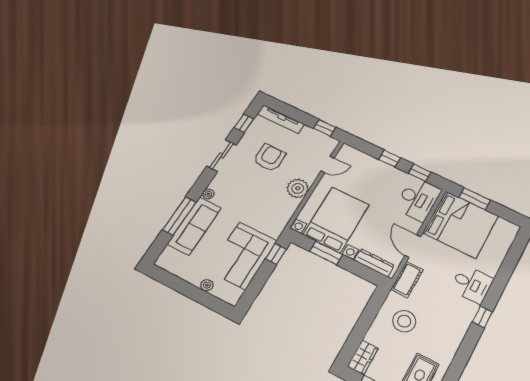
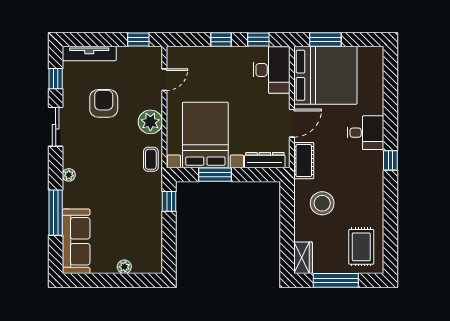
coffee table: (281, 215) -> (151, 159), added
sofa: (194, 226) -> (76, 241), moved
door: (413, 246) -> (292, 123), swing flipped
corner sofa: (242, 255) -> (139, 220), removed

